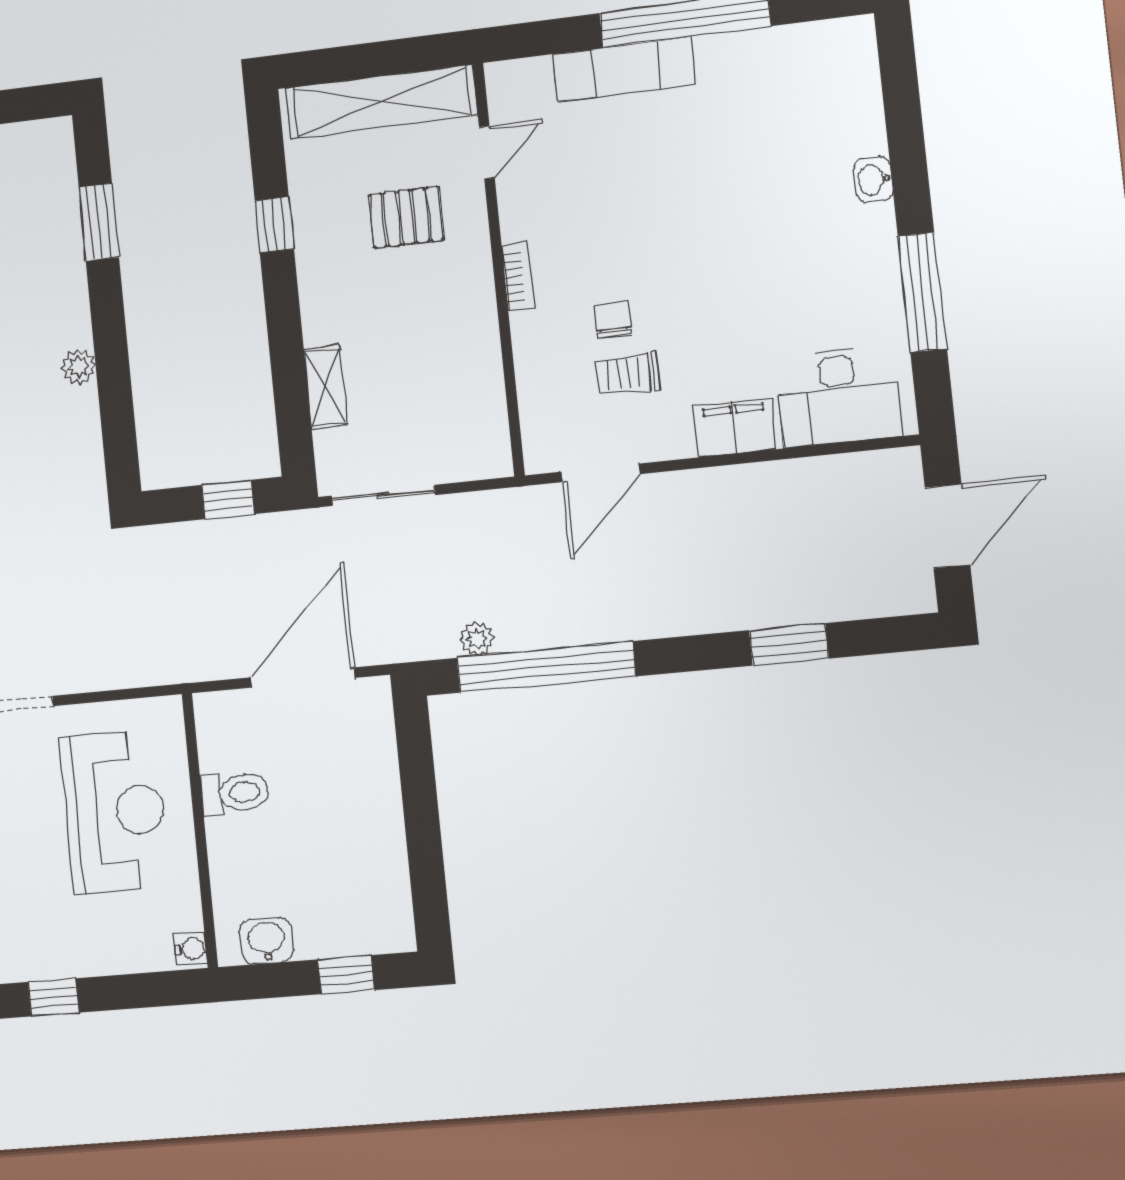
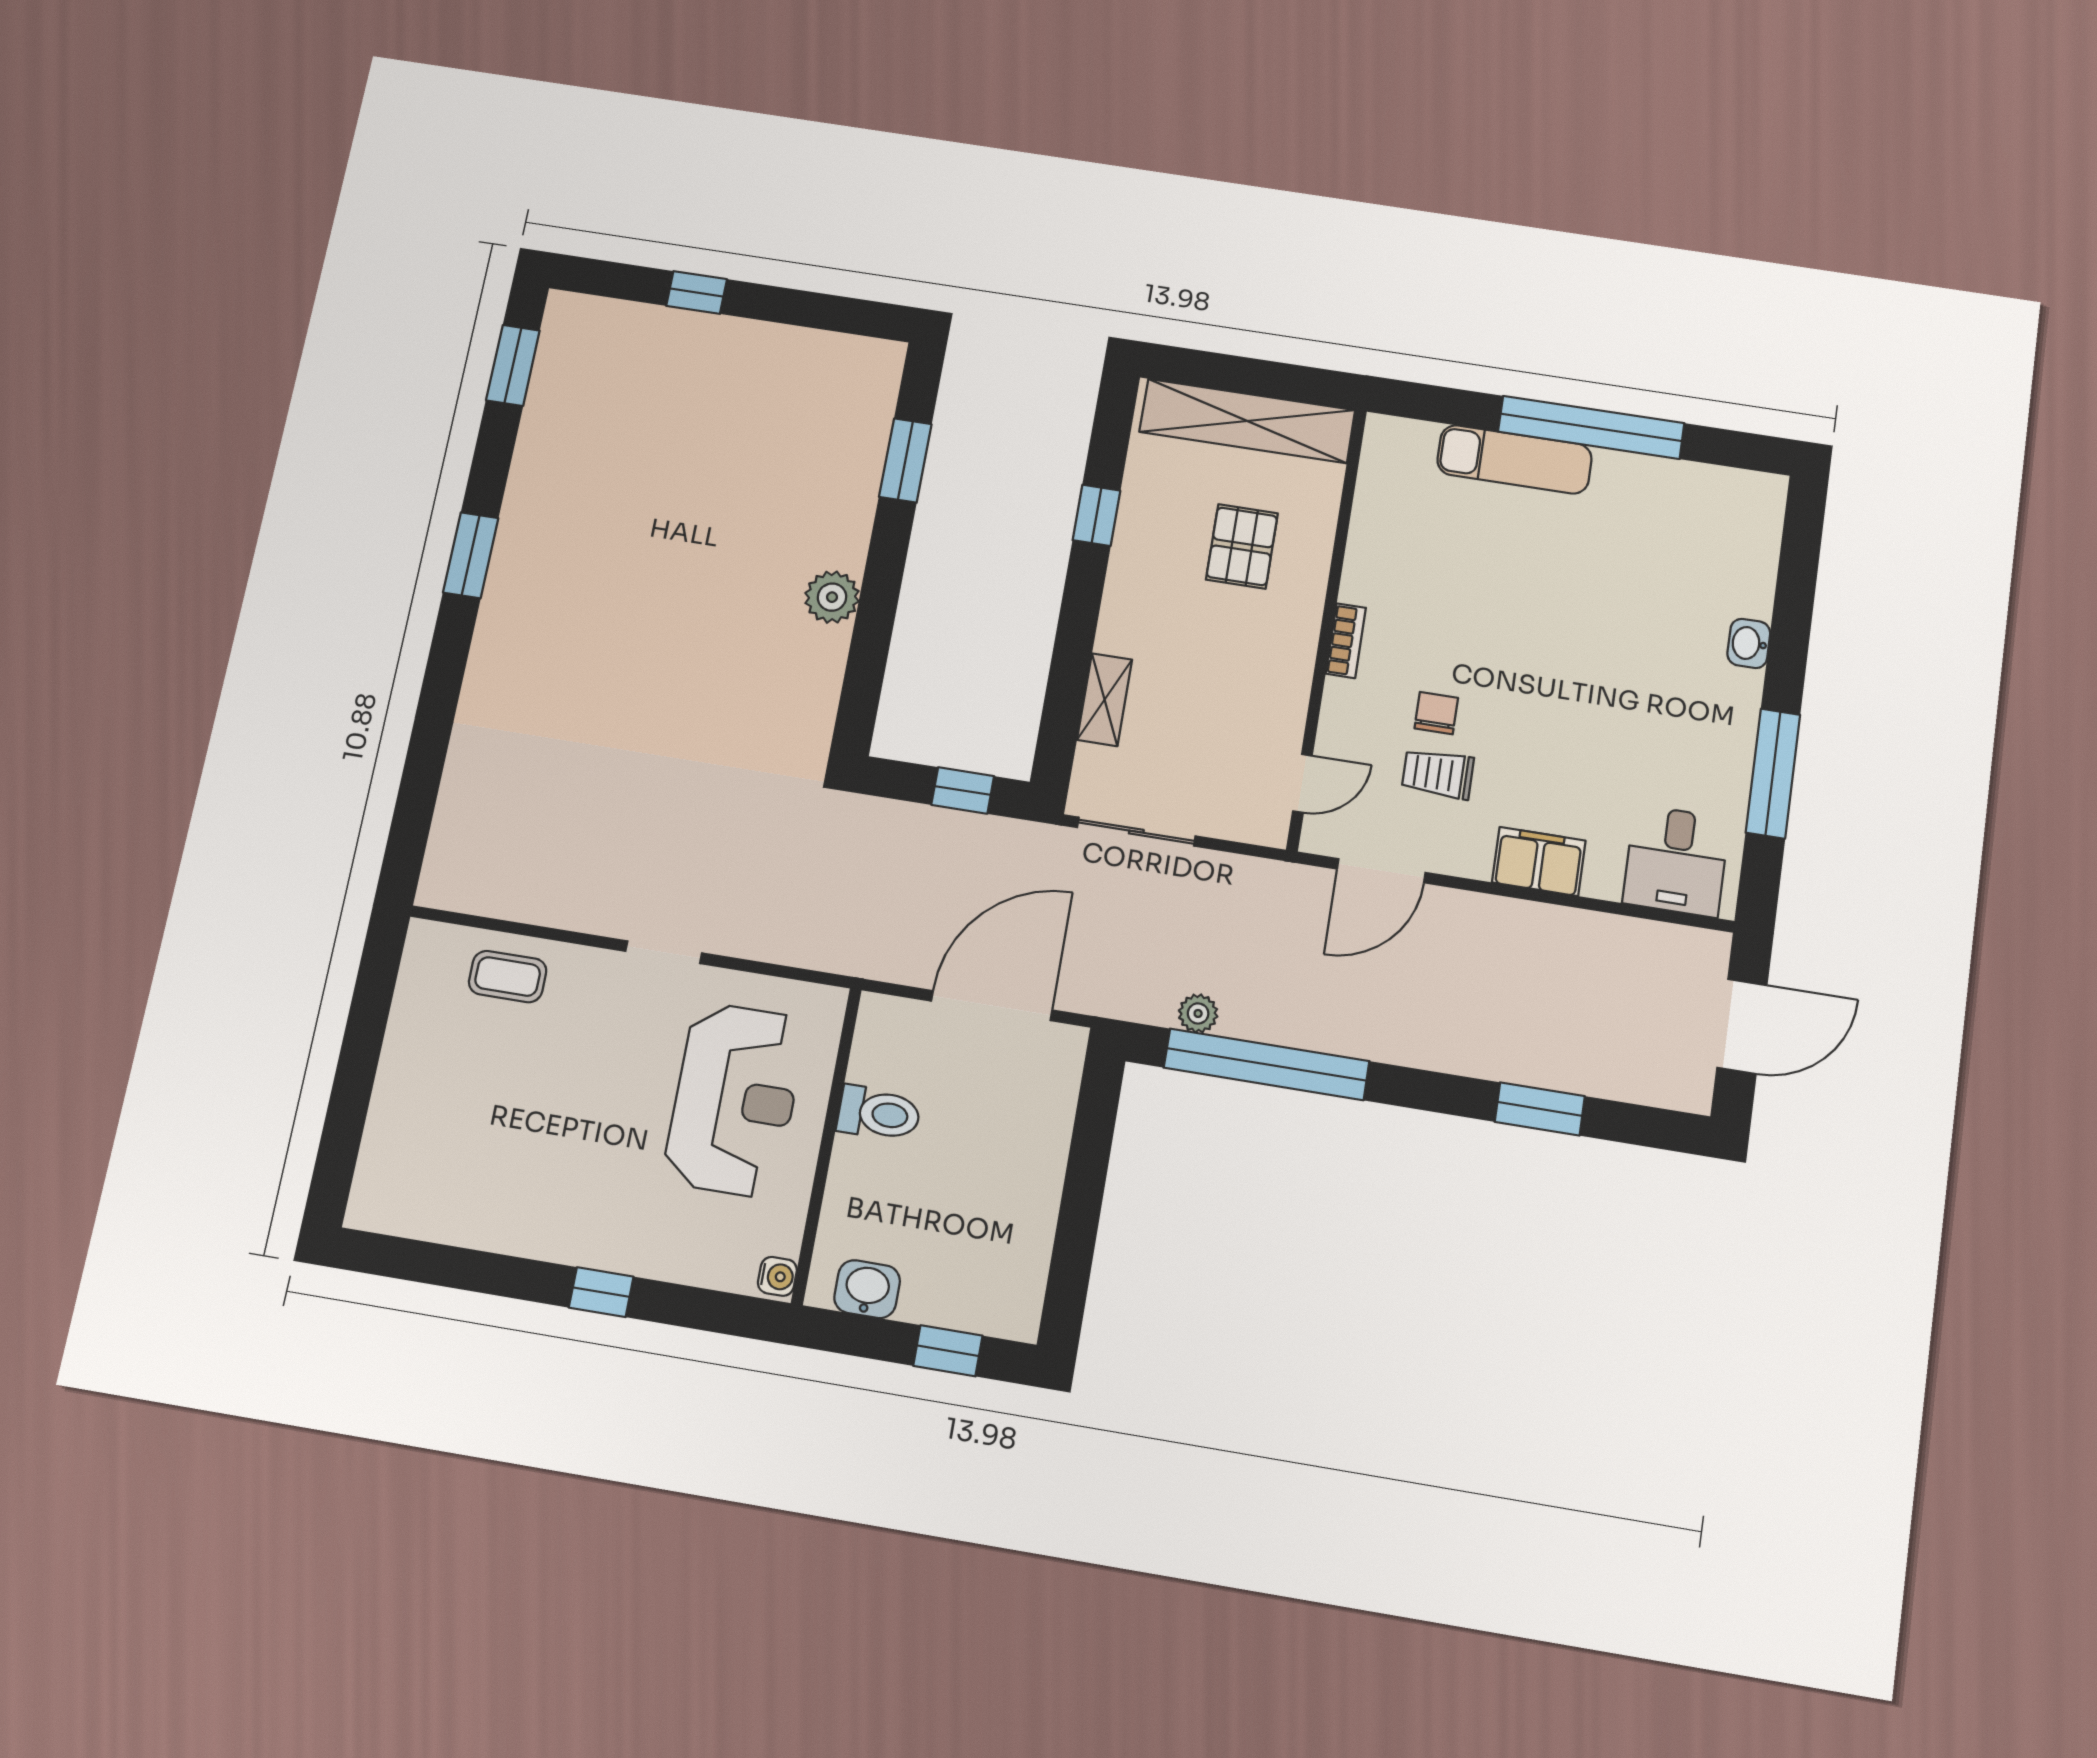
door: (487, 152) -> (1302, 783), moved
pallet: (406, 217) -> (1242, 546), turned 90
plant: (79, 367) -> (832, 597), width x1.38, depth x1.38
desk: (839, 396) -> (1676, 861), width x0.73

